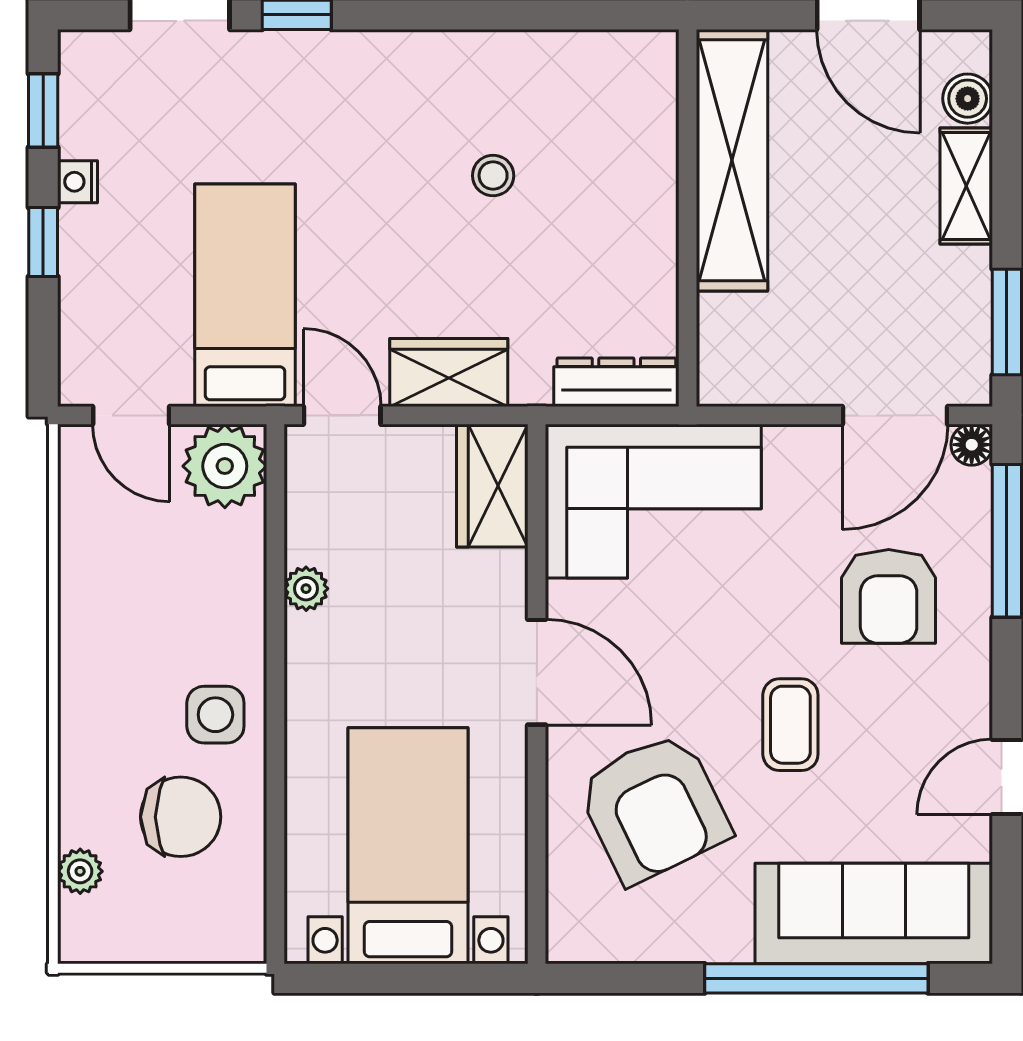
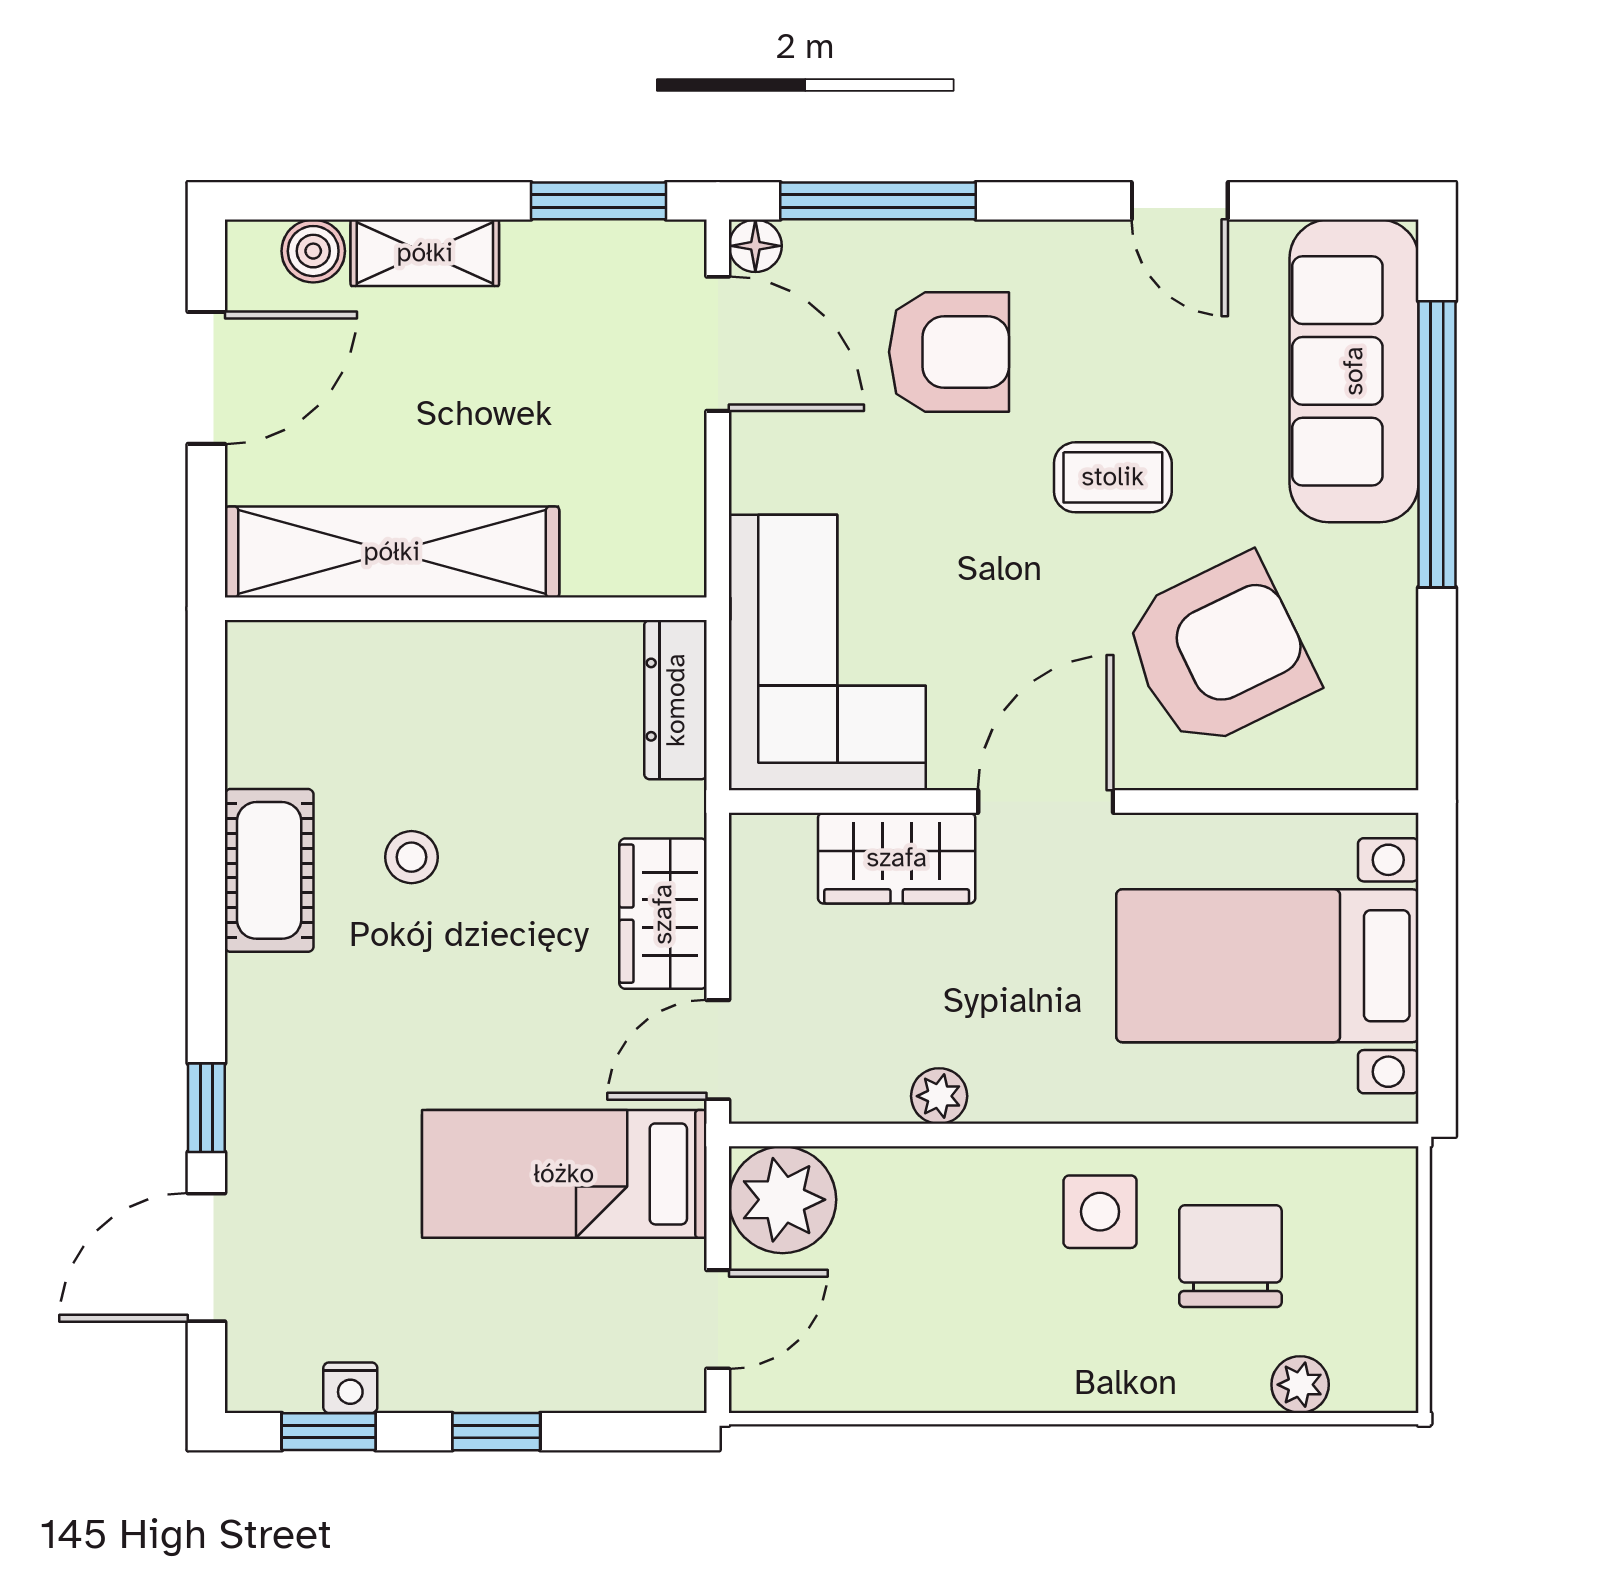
cot: (483, 64) -> (269, 870), added
nightstand: (78, 182) -> (350, 1388), moved
wardrobe: (492, 486) -> (897, 858), moved

